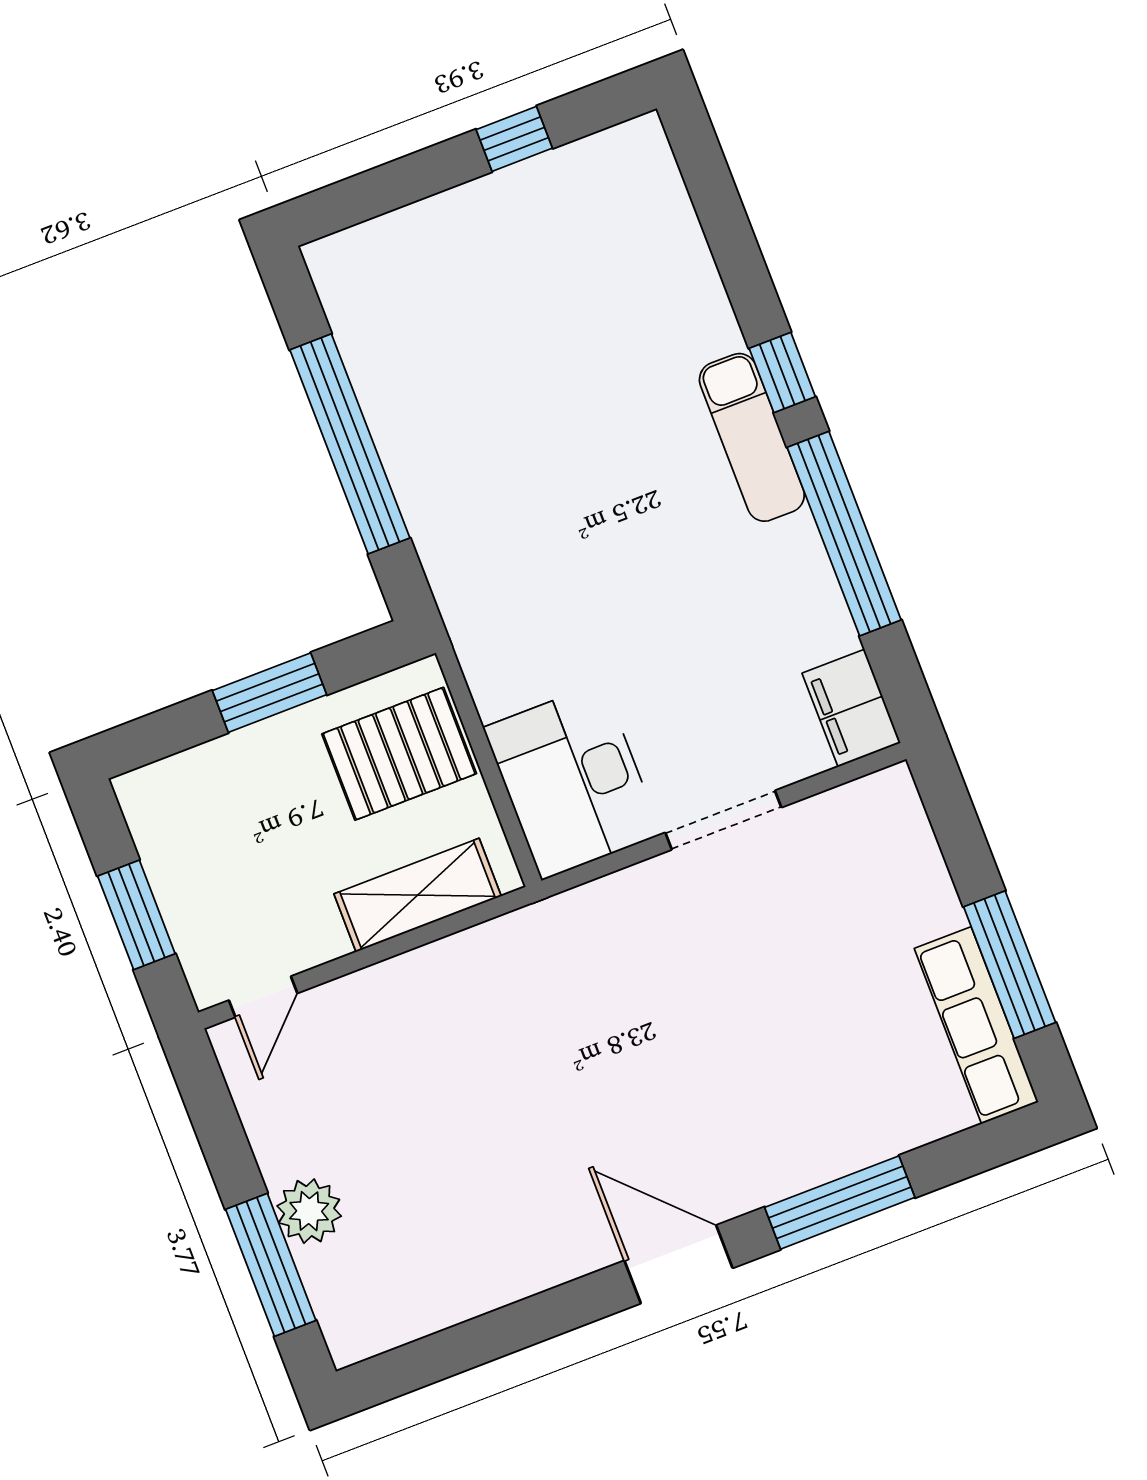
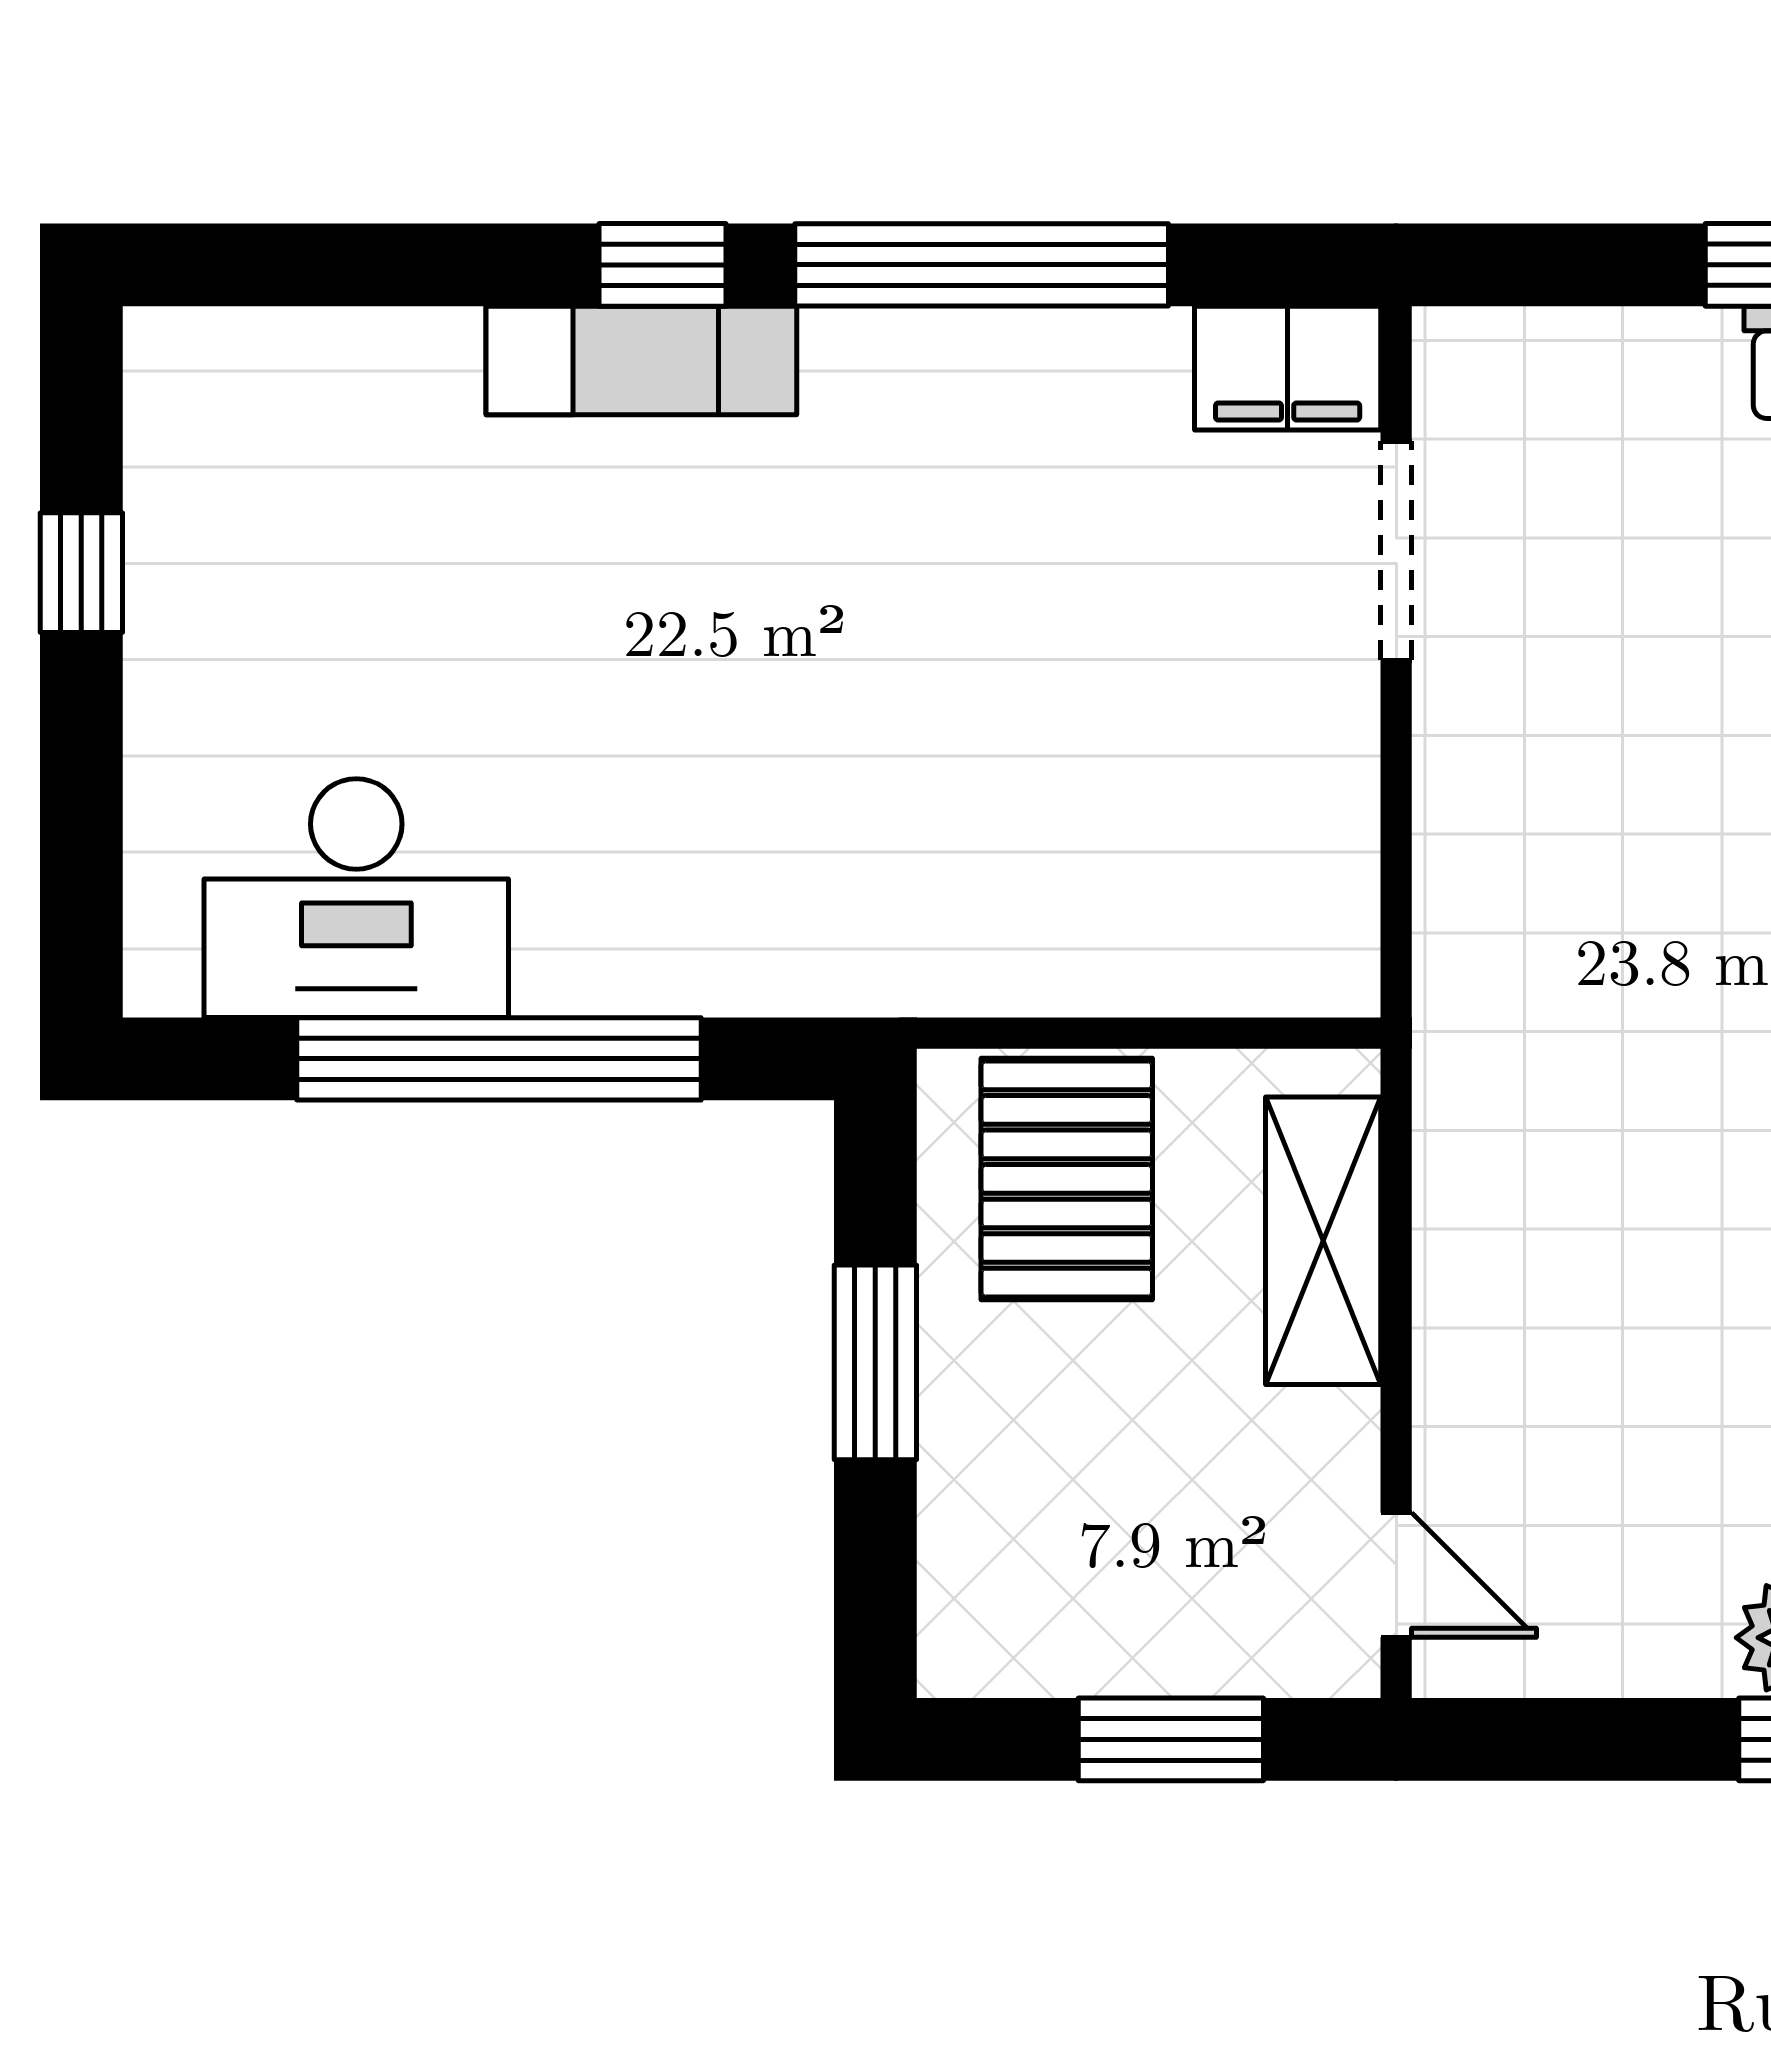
exam couch: (752, 437) -> (641, 360), moved
desk: (572, 781) -> (356, 898), moved
doorway: (723, 820) -> (1396, 551), moved

